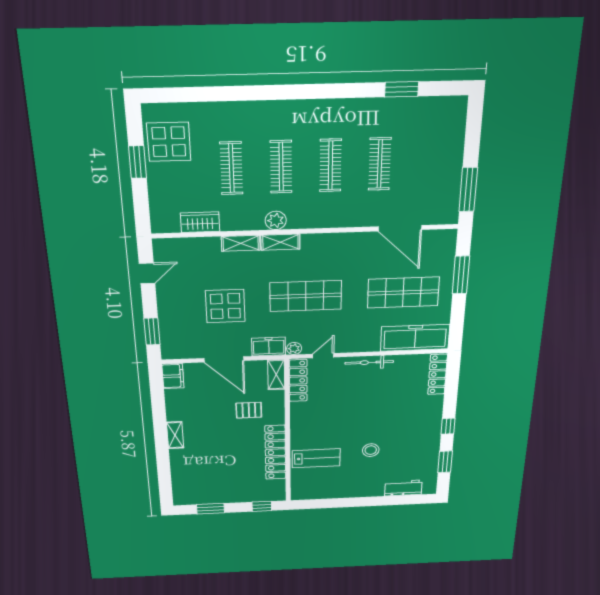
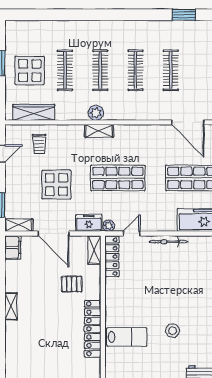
display table: (169, 142) -> (30, 70), moved
wardrobe: (200, 222) -> (34, 112), width x1.50
shelving: (241, 243) -> (19, 225), moved
trolley: (200, 260) -> (39, 144), added

